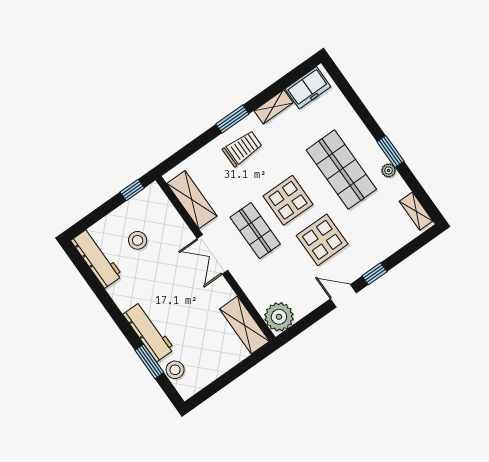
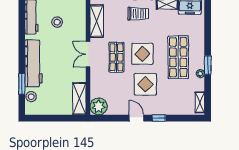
workbench: (149, 332) -> (34, 63), width x1.36, depth x1.32

